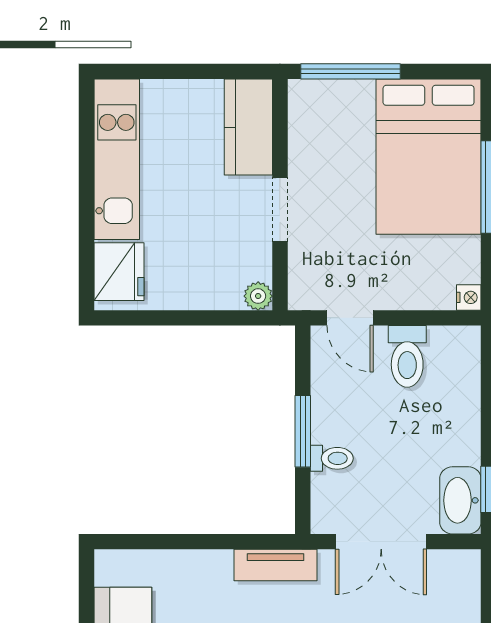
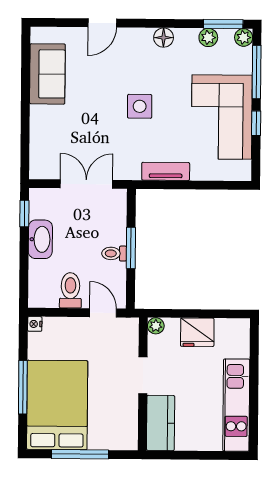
window: (350, 71) -> (80, 454), moved
fridge: (119, 272) -> (197, 332), moved, turned -90
toilet: (332, 458) -> (114, 253), moved
washbasin: (460, 500) -> (40, 239), moved
tv unit: (275, 565) -> (166, 171), moved

